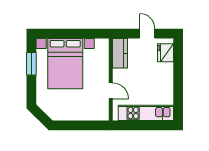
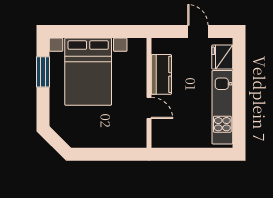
kitchen counter: (120, 53) -> (161, 74), moved
kitchen unit: (146, 113) -> (222, 107), moved, turned -90

